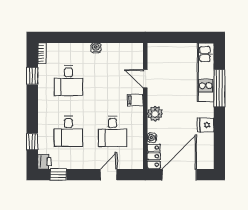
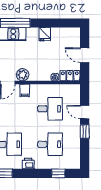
plant: (155, 114) -> (23, 75), moved
printer: (45, 162) -> (28, 163), moved
window: (58, 175) -> (85, 131), moved
door: (179, 175) -> (85, 55), width x0.53

